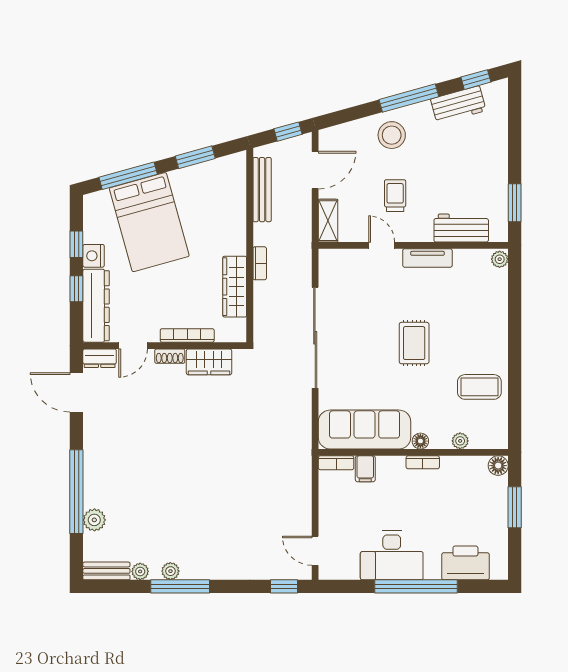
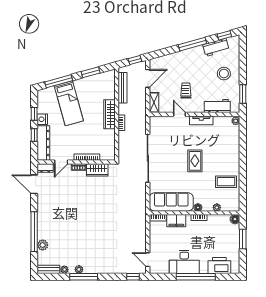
stool: (392, 135) -> (224, 74), moved
bed: (149, 222) -> (69, 103), width x0.67
wardrobe: (235, 287) -> (109, 114), moved
filing cabinet: (365, 469) -> (176, 221), width x2.00

